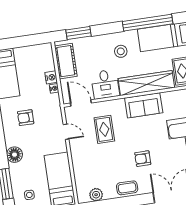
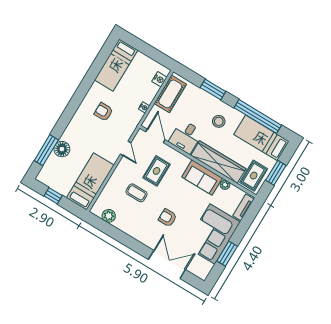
window: (78, 33) -> (213, 89), moved
nightstand: (51, 77) -> (159, 79), moved
plant: (166, 96) -> (225, 185), added
floor lamp: (14, 155) -> (62, 149), moved
coffee table: (127, 188) -> (137, 193), moved
side table: (29, 195) -> (57, 174), removed

